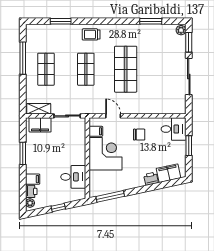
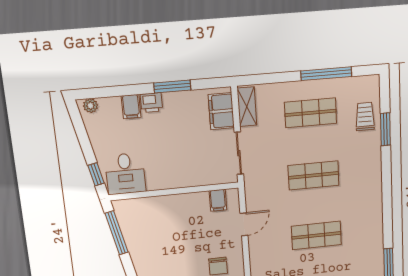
trolley: (91, 34) -> (365, 116), moved
shop shelf: (126, 69) -> (316, 235), width x0.70, depth x0.74
corner desk: (105, 154) -> (184, 219), removed
desk: (73, 177) -> (125, 174), moved
printer: (31, 191) -> (151, 103), moved
window: (58, 208) -> (96, 174), moved

